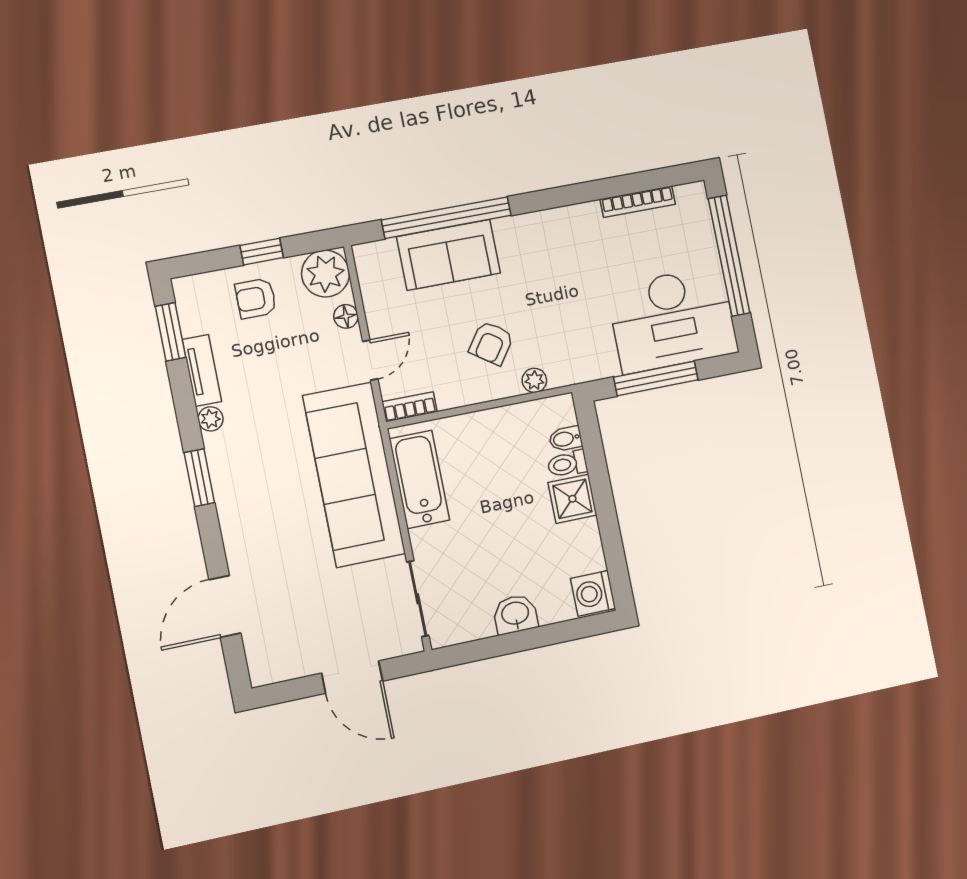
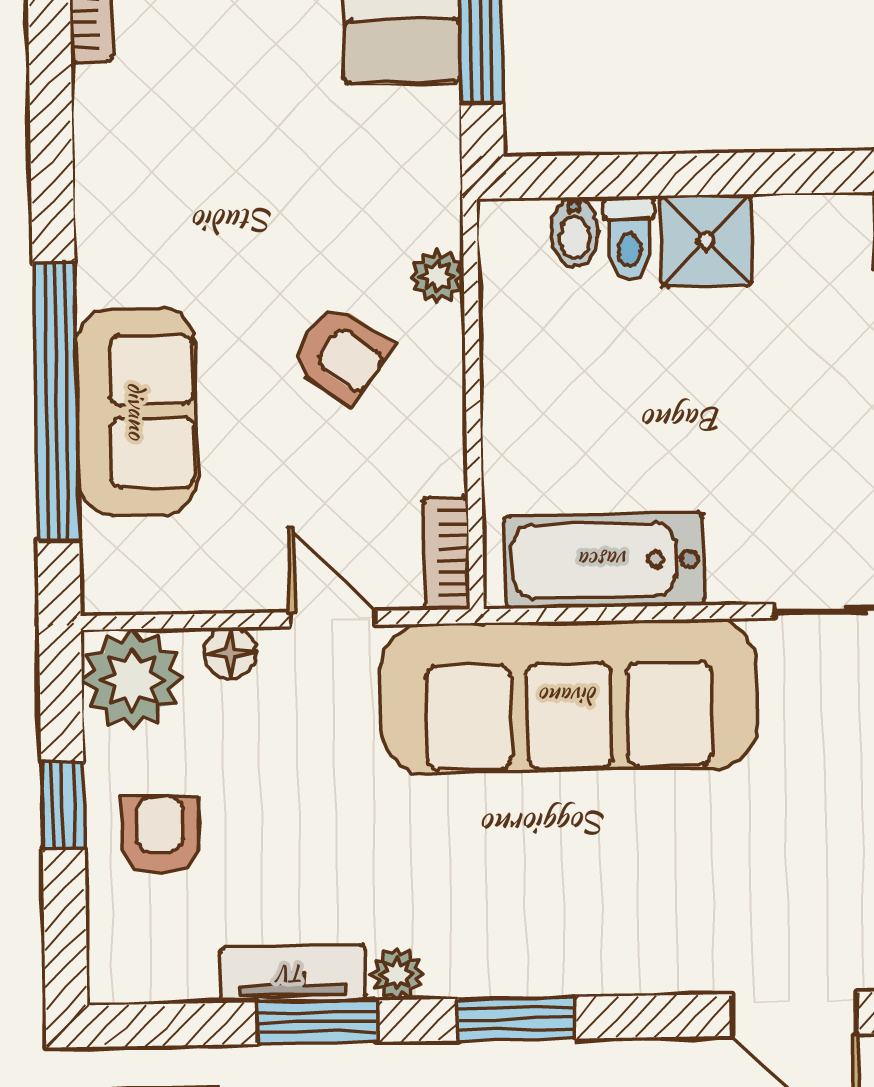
armchair: (256, 298) -> (160, 835), turned 180
window: (170, 332) -> (317, 1022), moved

